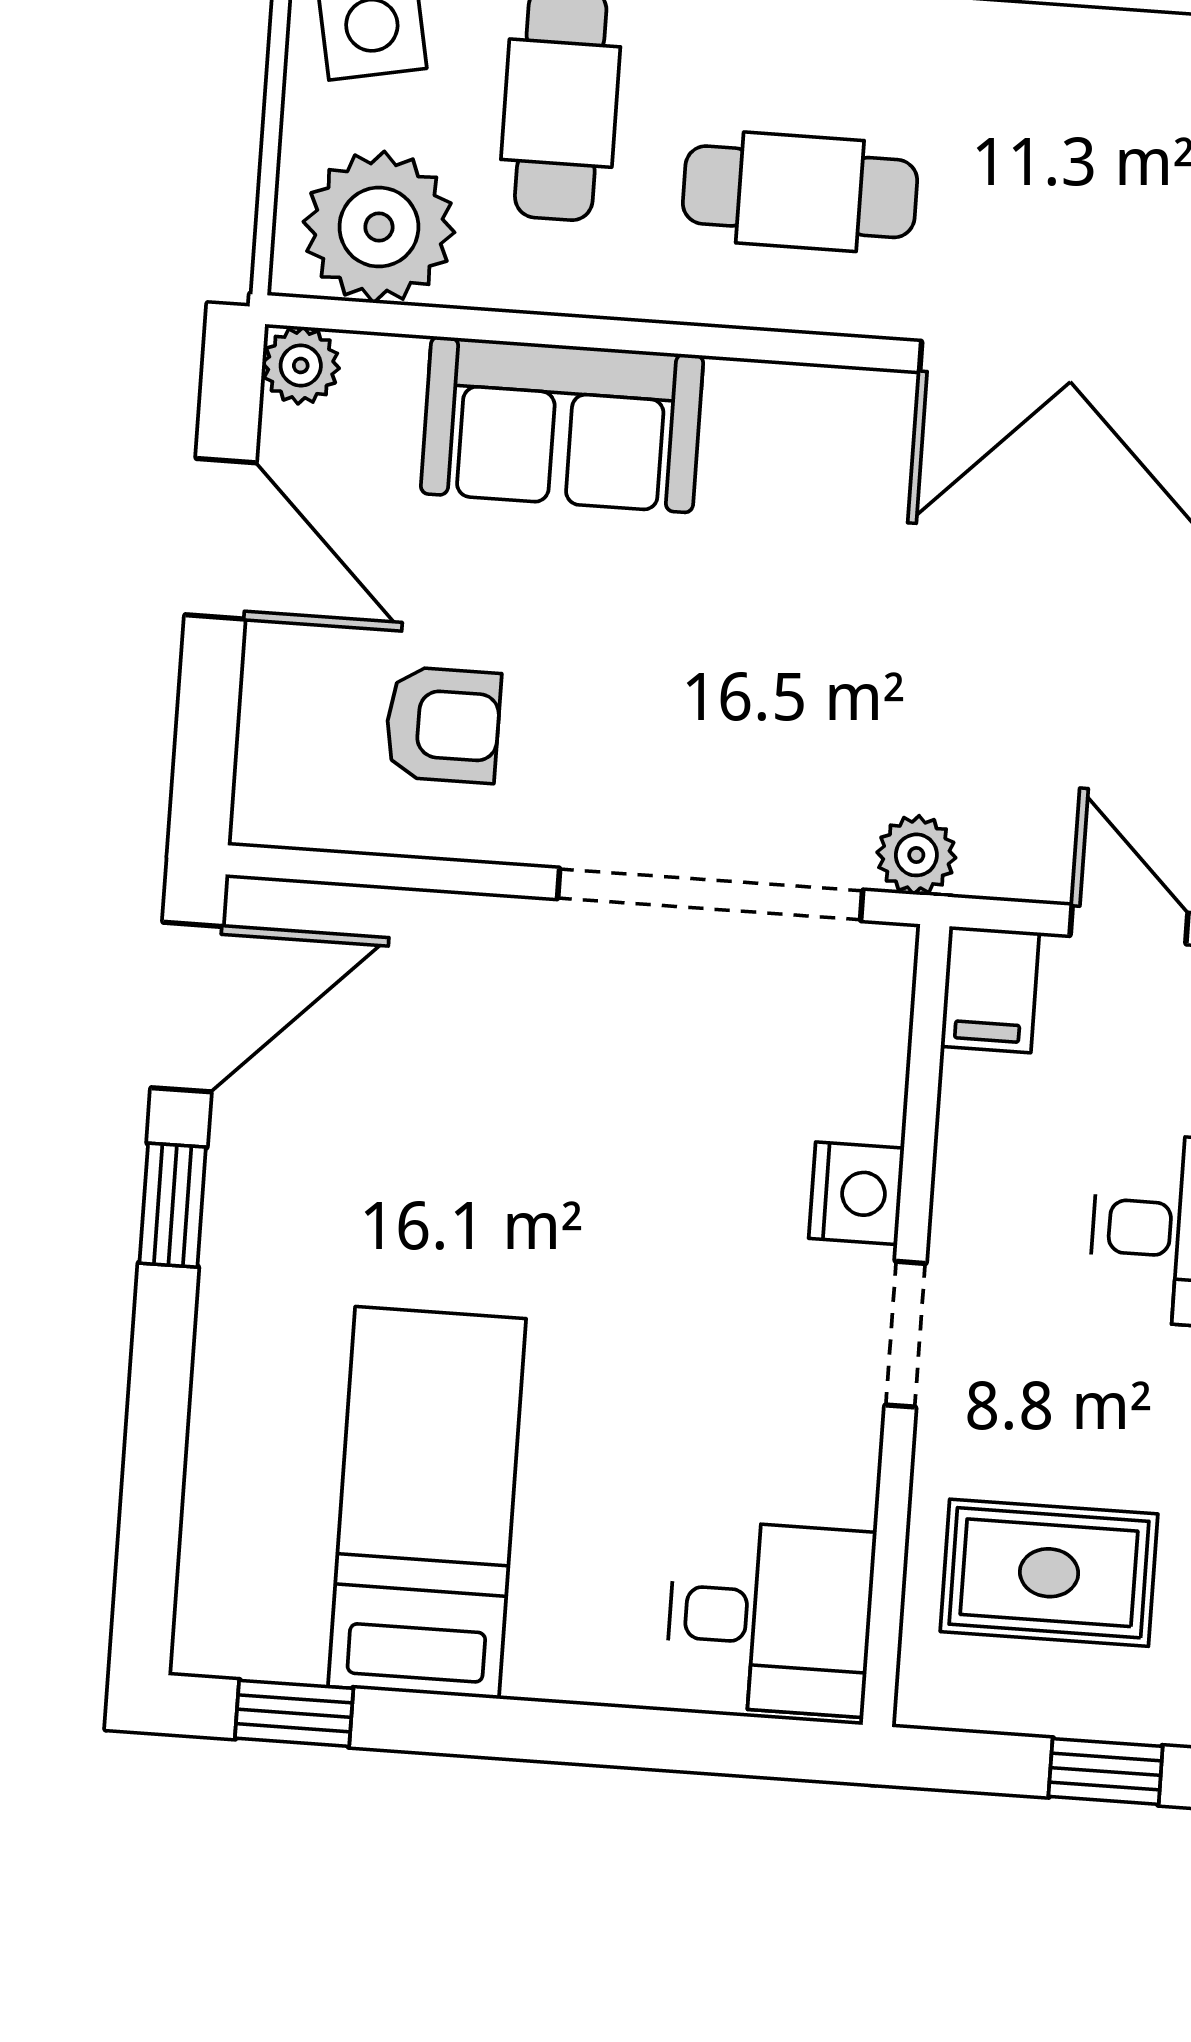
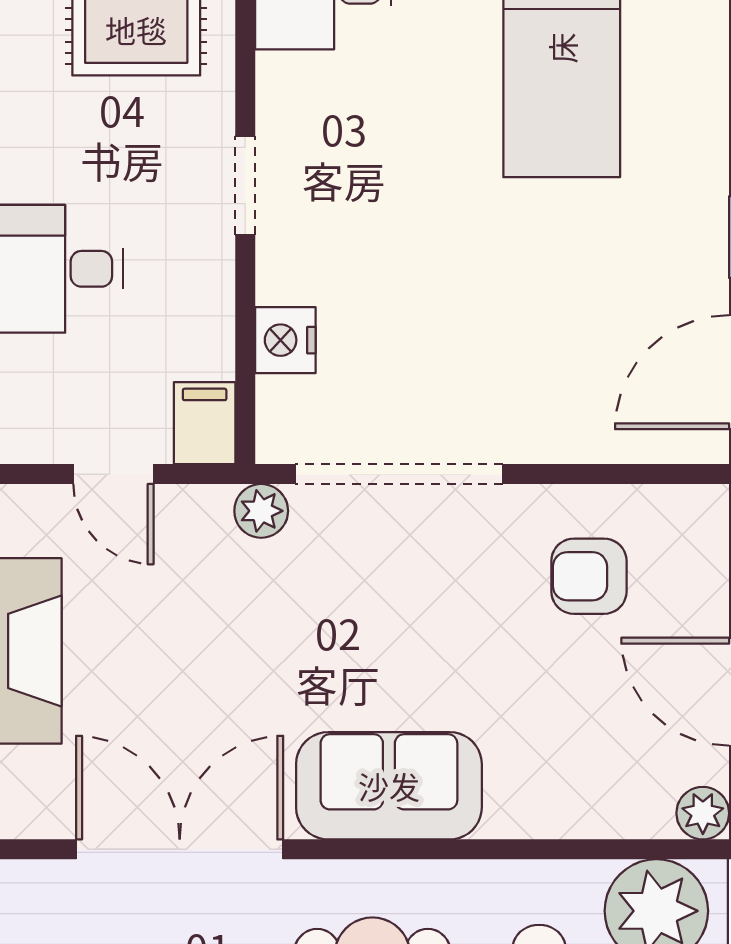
sofa: (562, 425) -> (389, 786), moved
nightstand: (856, 1193) -> (285, 340), moved

